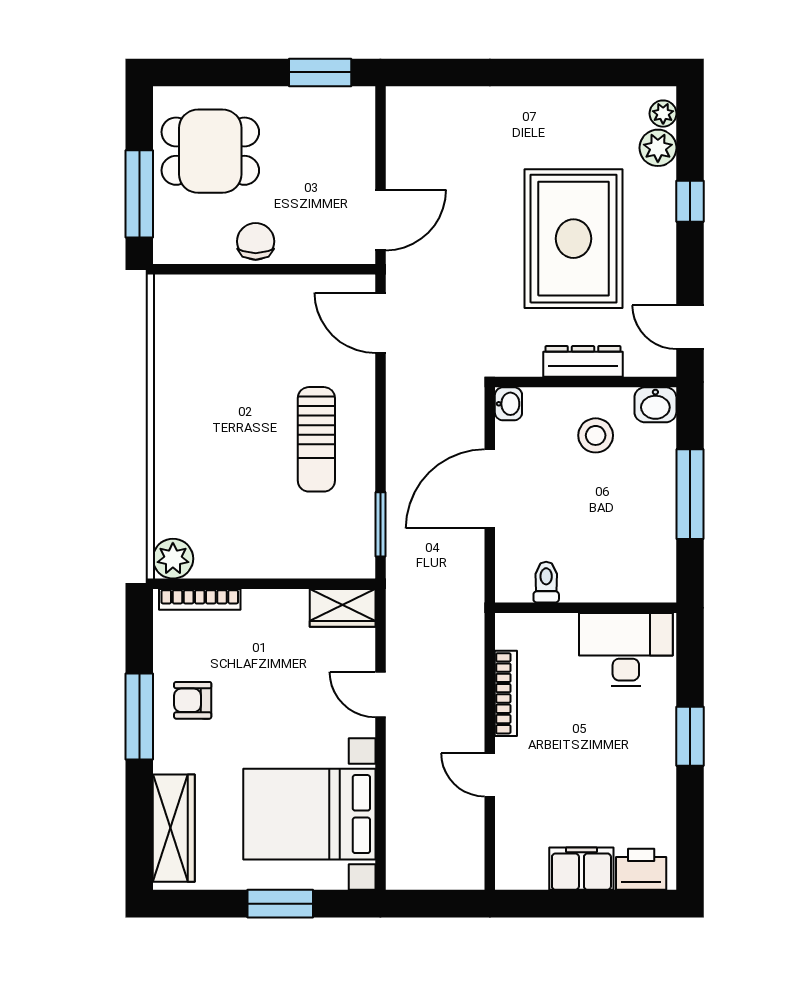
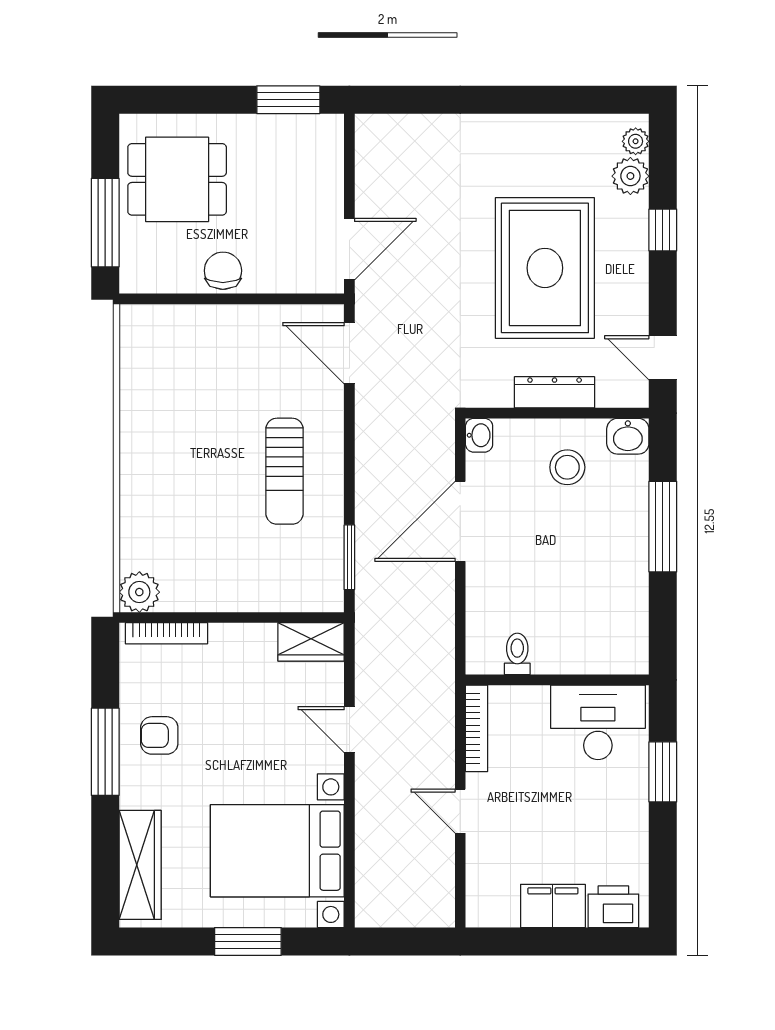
toilet: (546, 582) -> (517, 654), moved
wall: (586, 608) -> (557, 680), moved
desk: (626, 650) -> (598, 722), moved

